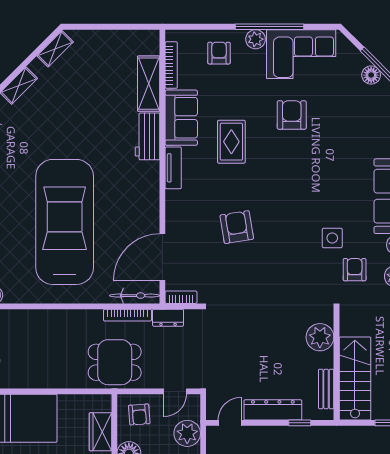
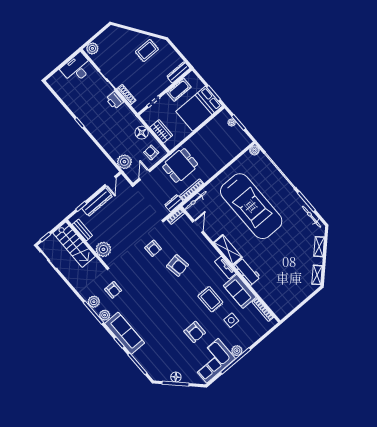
armchair: (219, 53) -> (153, 248), moved
shelving: (149, 84) -> (228, 250), moved
side table: (332, 238) -> (231, 320), moved
door: (162, 257) -> (198, 226), width x0.53

